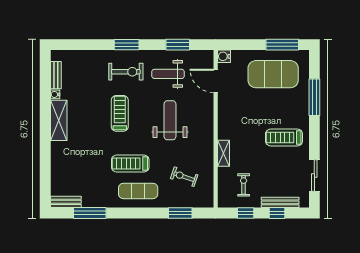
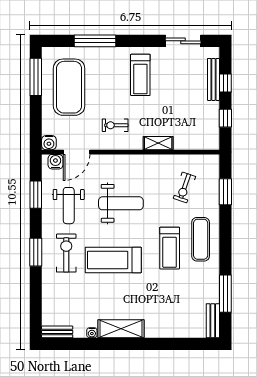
water cooler: (207, 62) -> (55, 162), added
bench: (56, 75) -> (57, 332), moved
treadmill: (120, 113) -> (113, 260), width x1.37, depth x1.38
weight bench: (170, 120) -> (121, 203), turned 180
exercise bike: (244, 185) -> (115, 125), moved

